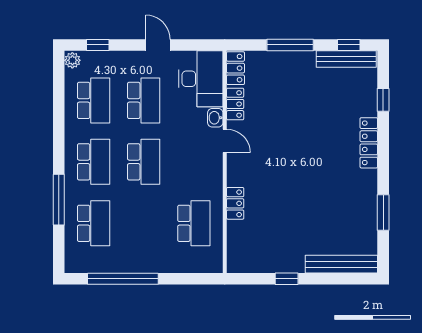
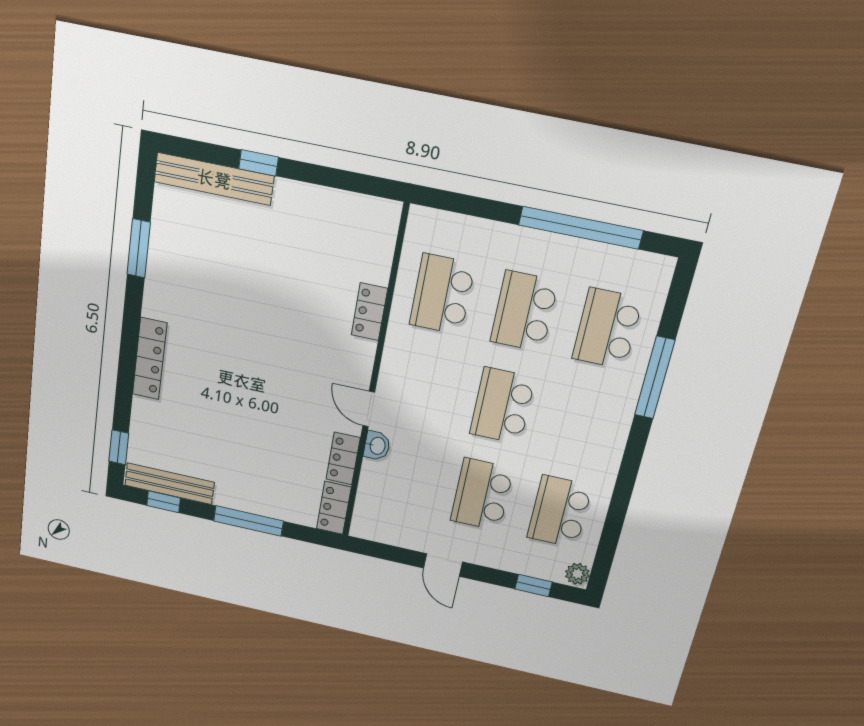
desk: (201, 79) -> (388, 505), removed
window: (383, 100) -> (119, 447), moved
school desk: (94, 162) -> (524, 311), moved
window: (287, 279) -> (258, 163), moved

